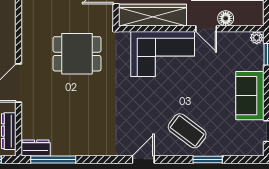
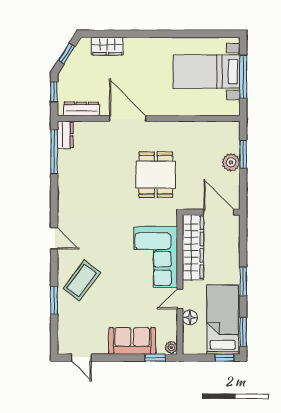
sofa: (250, 96) -> (132, 341), moved

